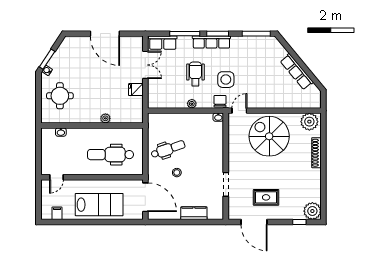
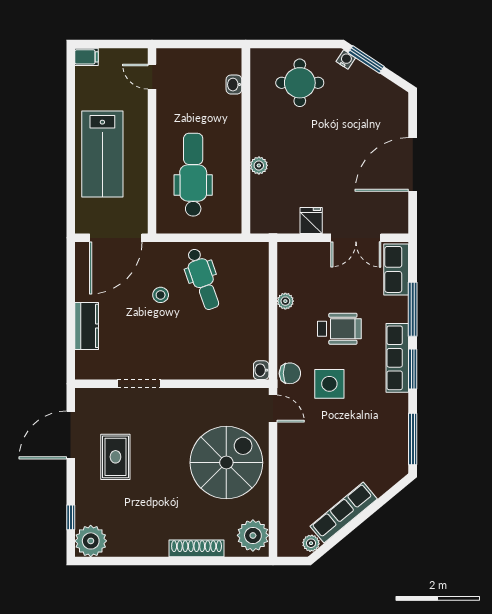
plant: (314, 90) -> (311, 543), added
plant: (192, 104) -> (285, 301), moved
filing cabinet: (57, 213) -> (87, 57), moved

